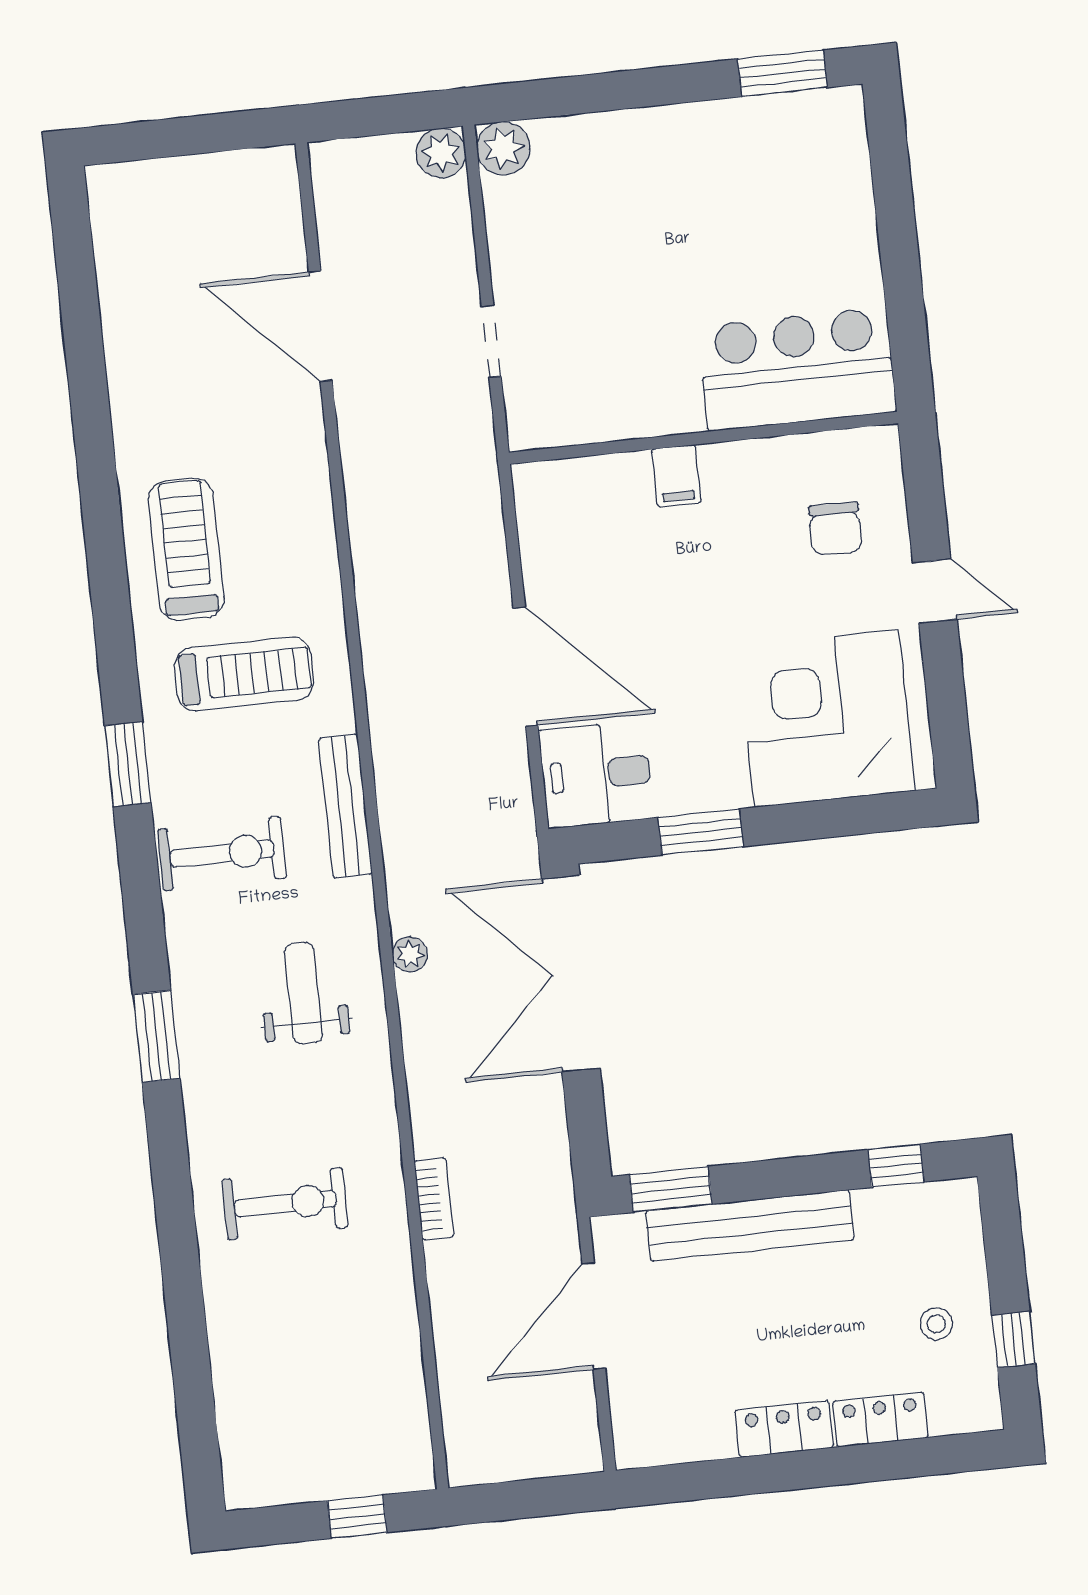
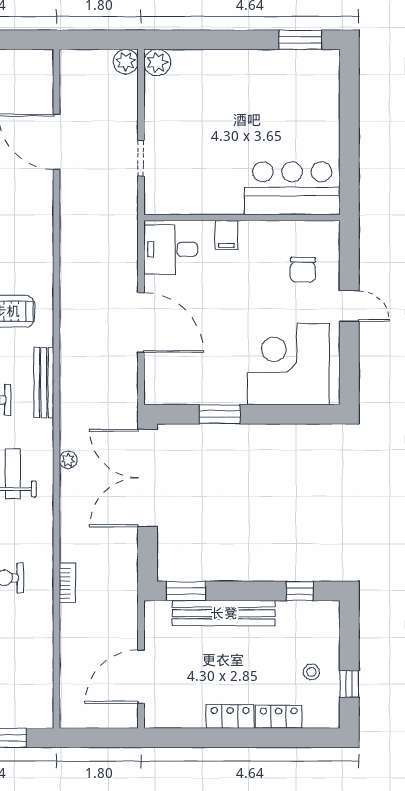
desk: (596, 774) -> (171, 249), moved
door: (594, 1316) -> (141, 677), moved

